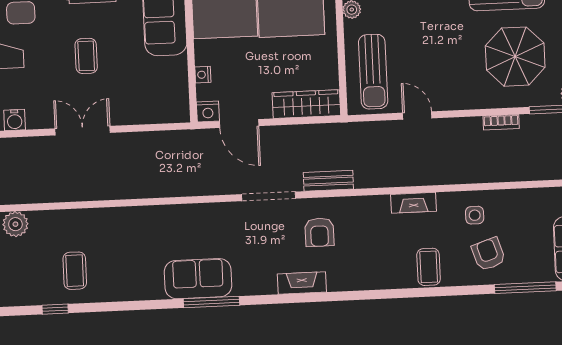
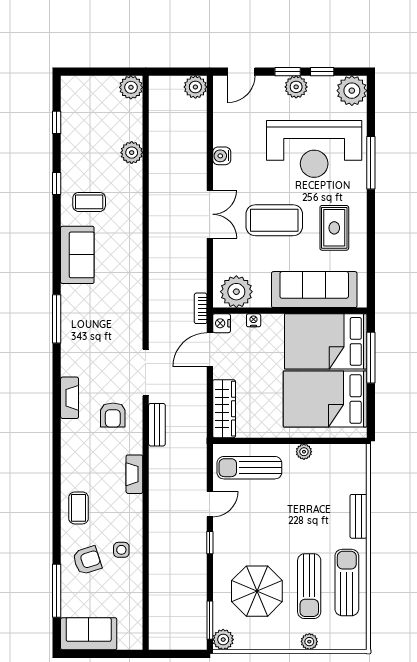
coffee table: (86, 56) -> (274, 220), width x1.86, depth x1.72
plant: (171, 96) -> (236, 292), added
window: (462, 113) -> (210, 543), added
bookcase: (501, 122) -> (201, 308), moved
fireplace: (414, 203) -> (134, 474), moved
armchair: (319, 232) -> (113, 415), turned -90
coffee table: (429, 267) -> (79, 508), turned 90
sofa: (198, 279) -> (77, 255), moved

